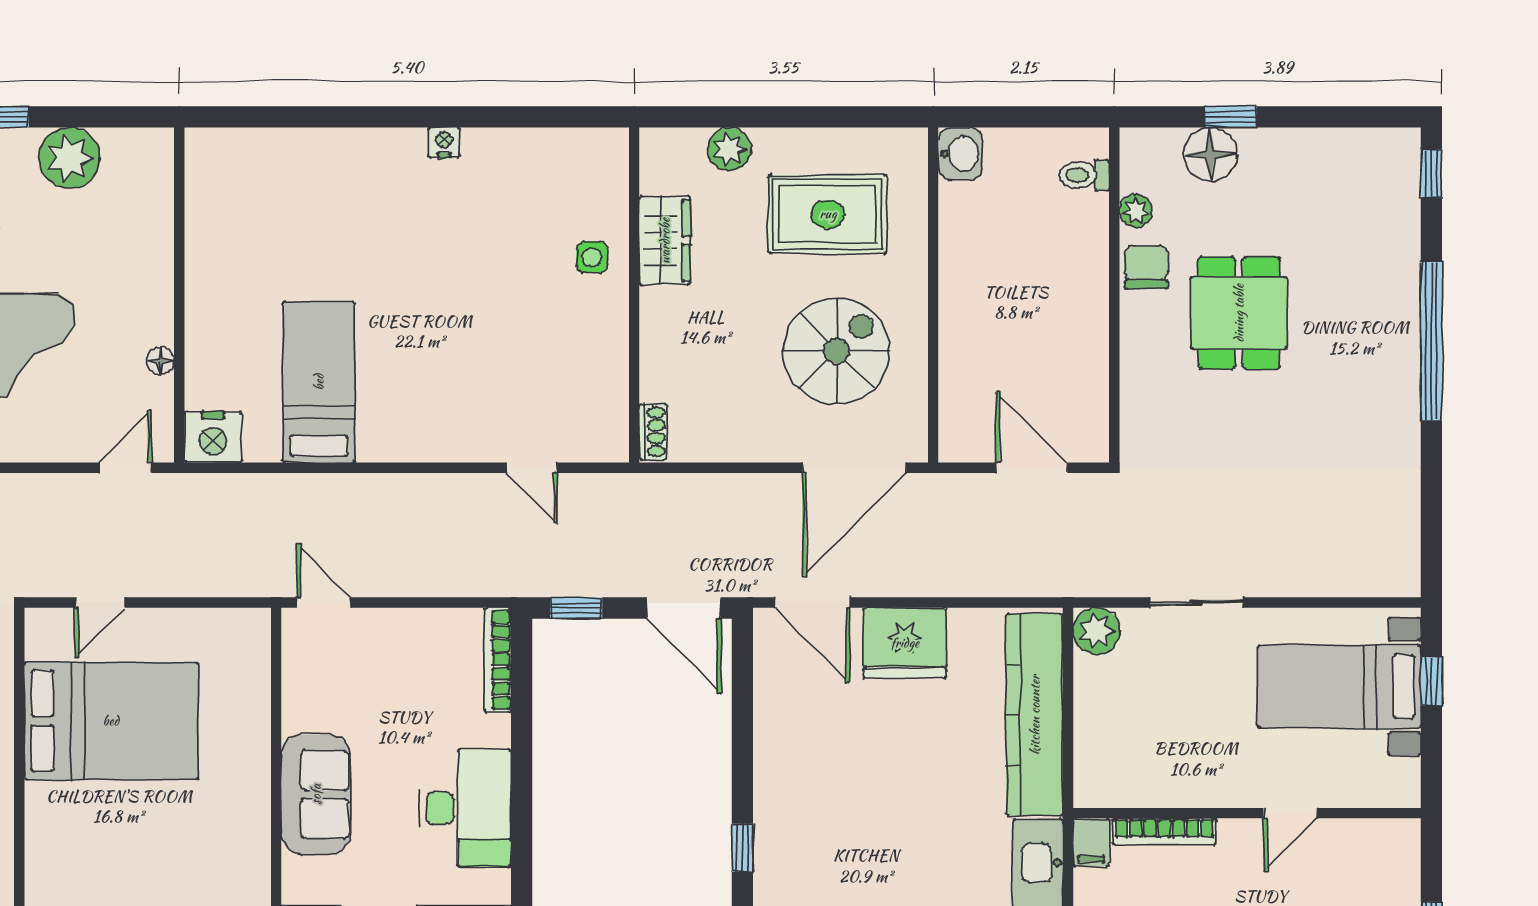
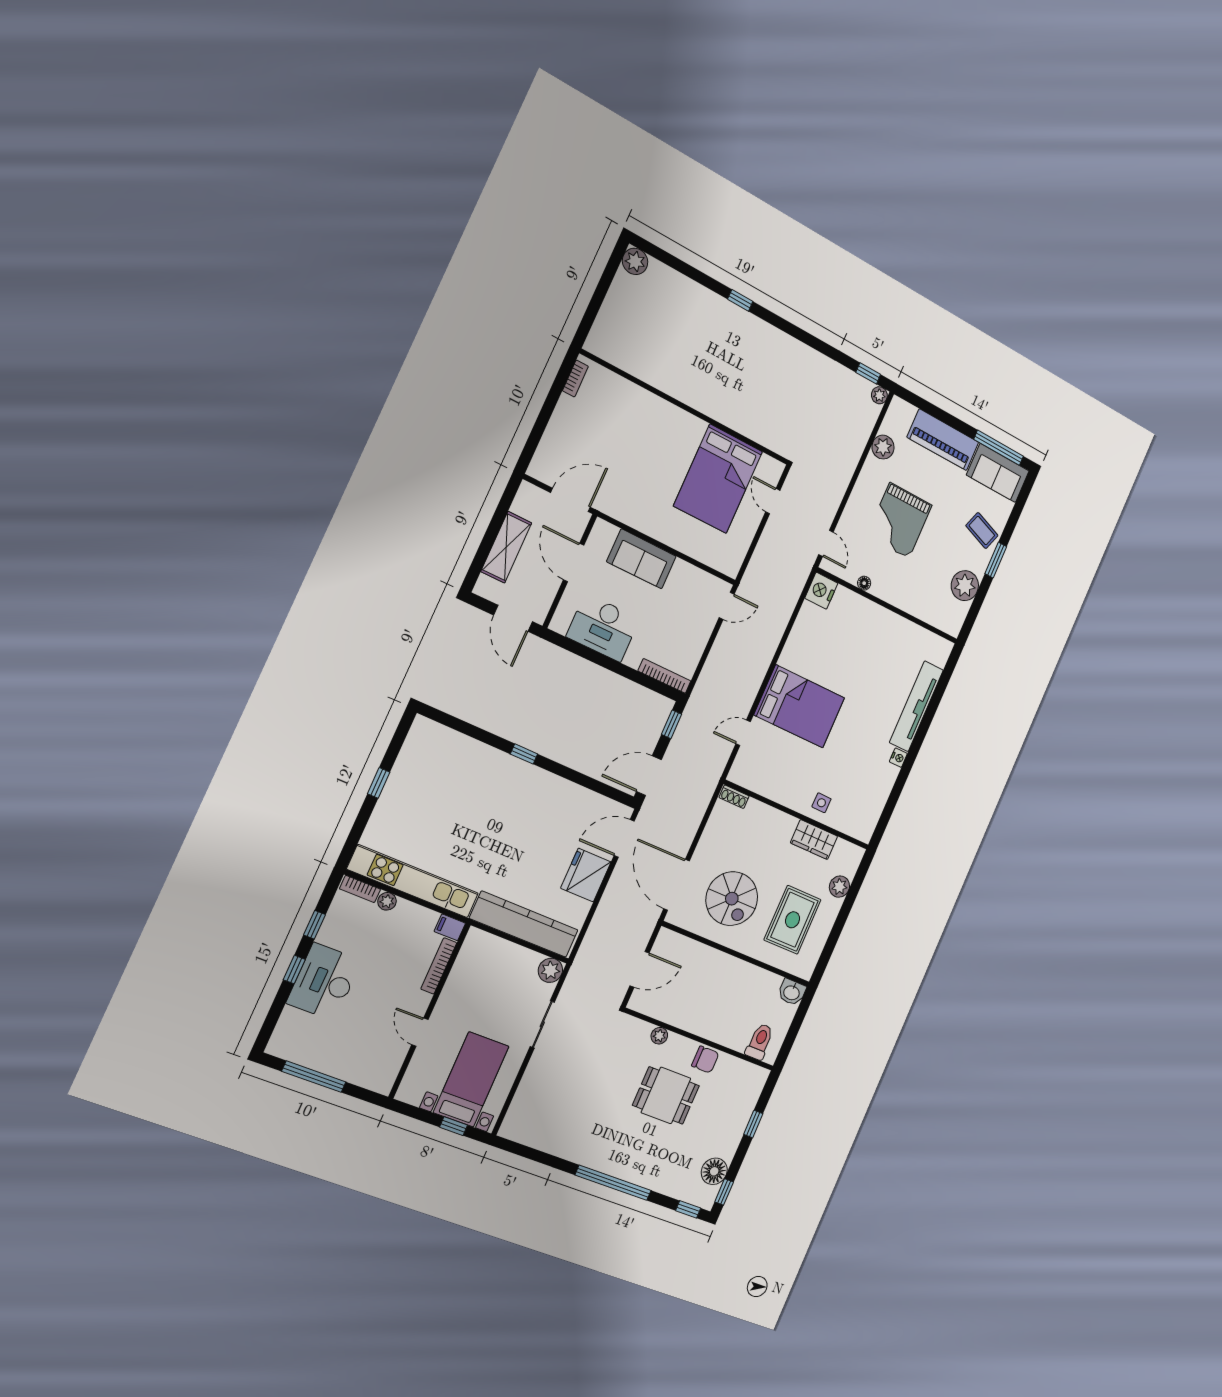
window: (1376, 117) -> (724, 1192), added
tv unit: (334, 151) -> (916, 706), added
floor lamp: (1210, 154) -> (714, 1171), moved
toilet: (1084, 175) -> (760, 1042), width x1.37, depth x1.39
plant: (1136, 211) -> (659, 1036), moved
bed: (319, 382) -> (799, 706), moved, width x1.50

